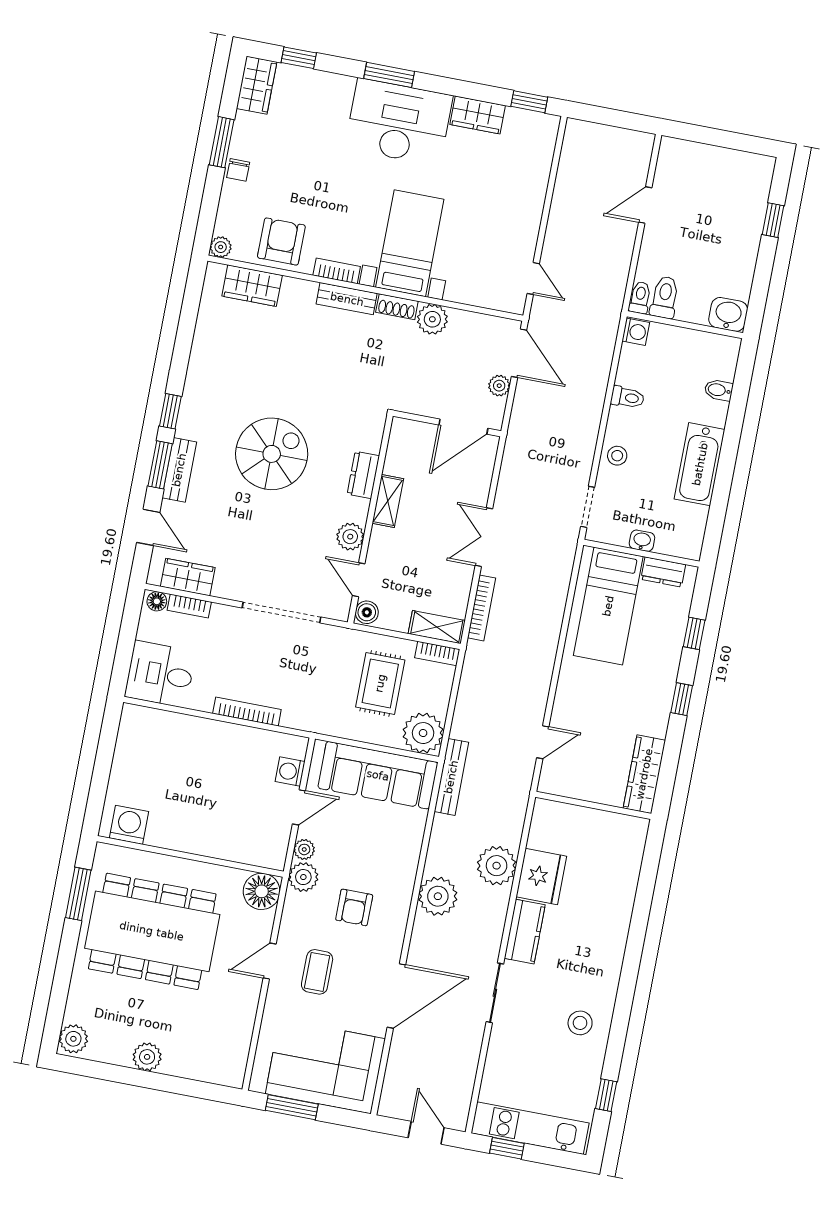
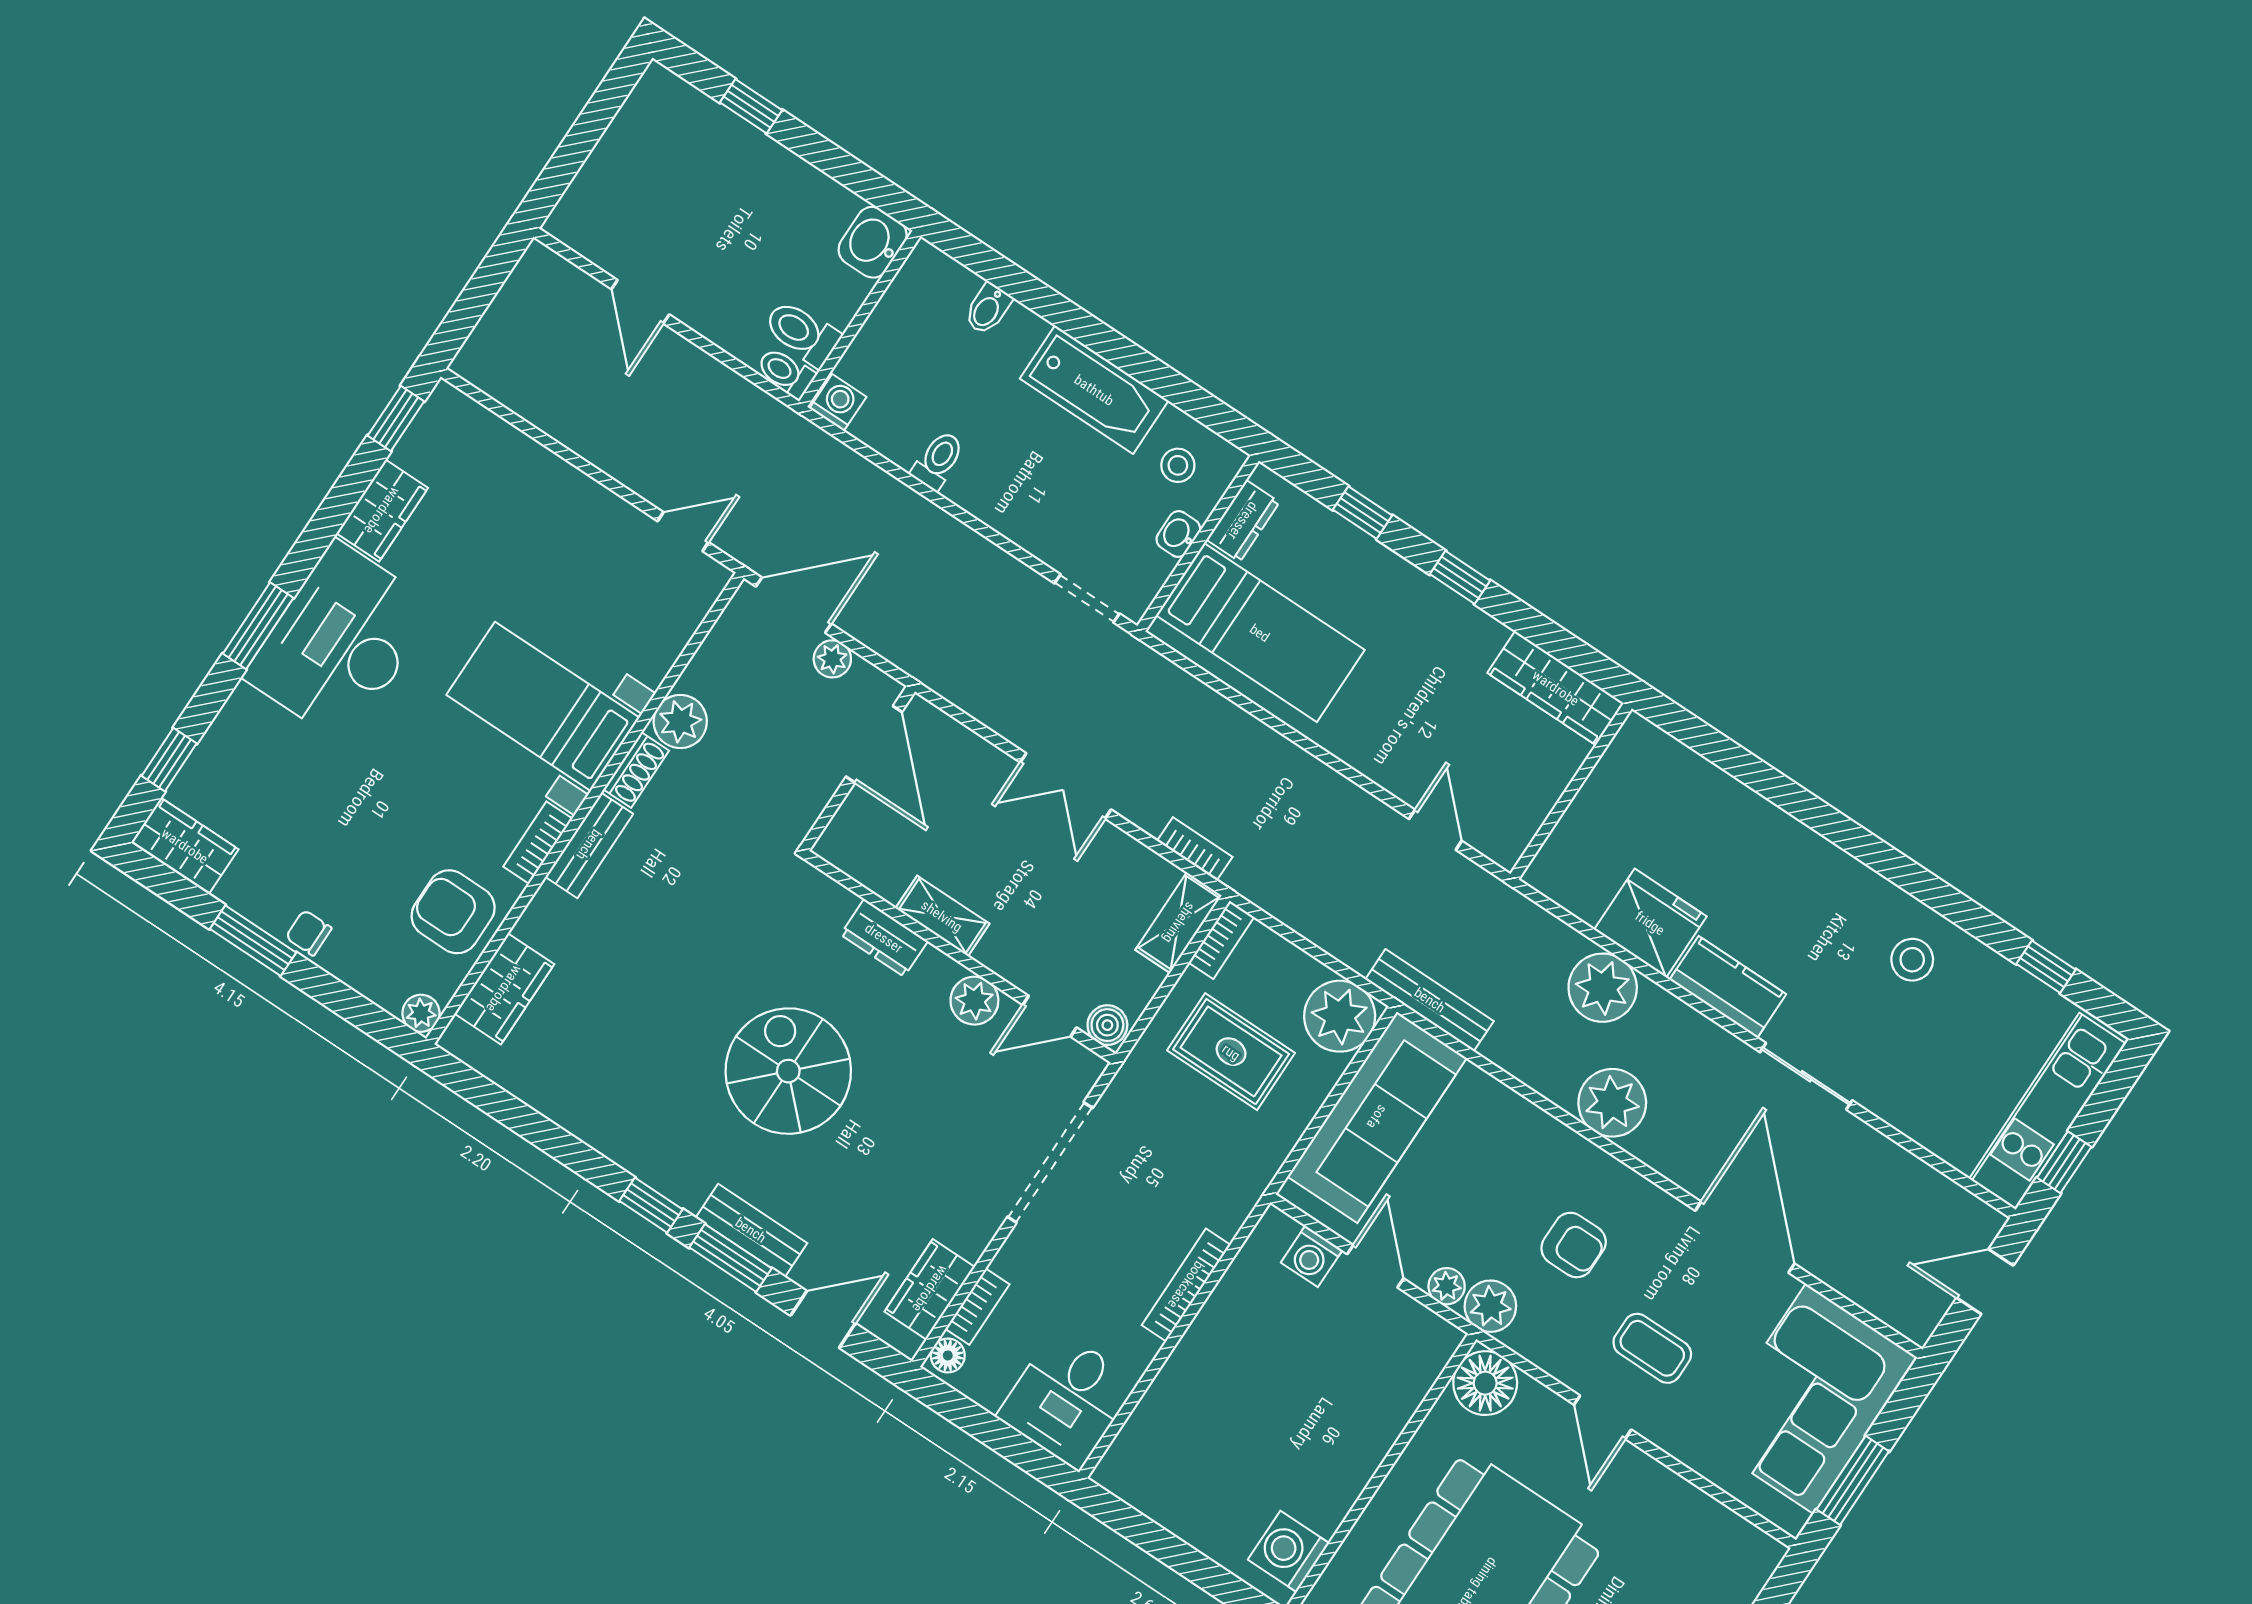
chair: (238, 170) -> (309, 933), turned 180
stool: (617, 456) -> (1178, 465), moved
bookcase: (481, 608) -> (1195, 849), width x0.64

